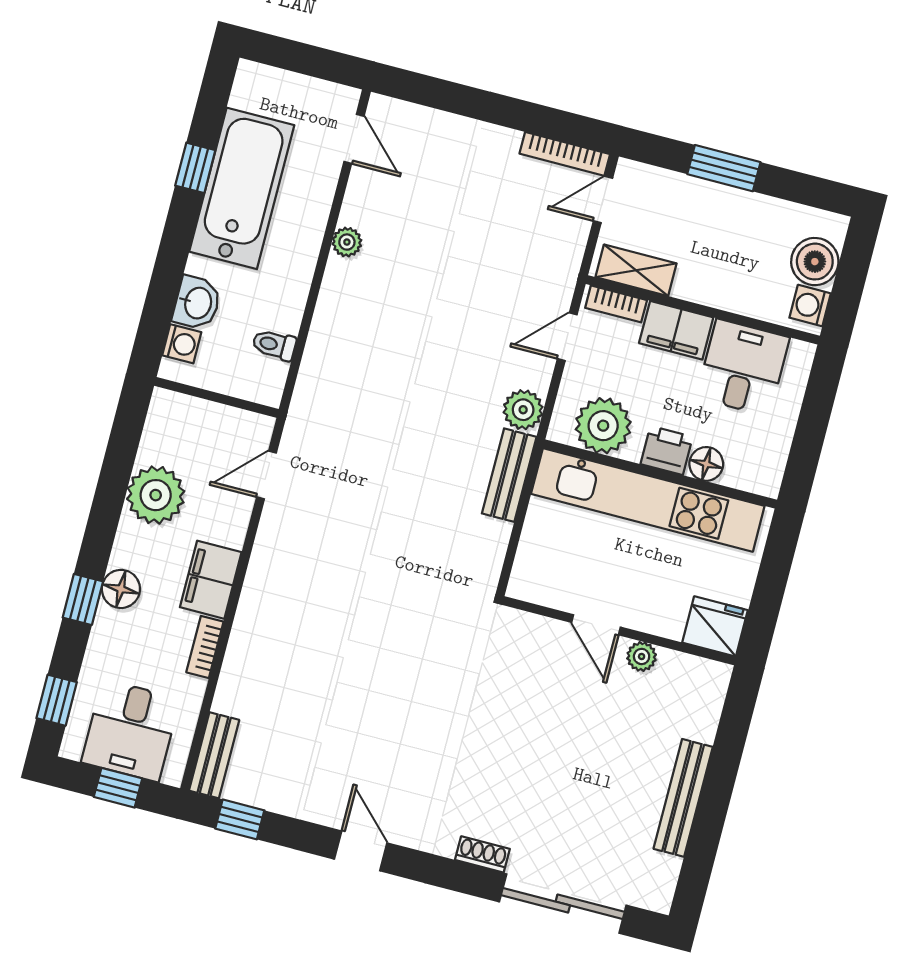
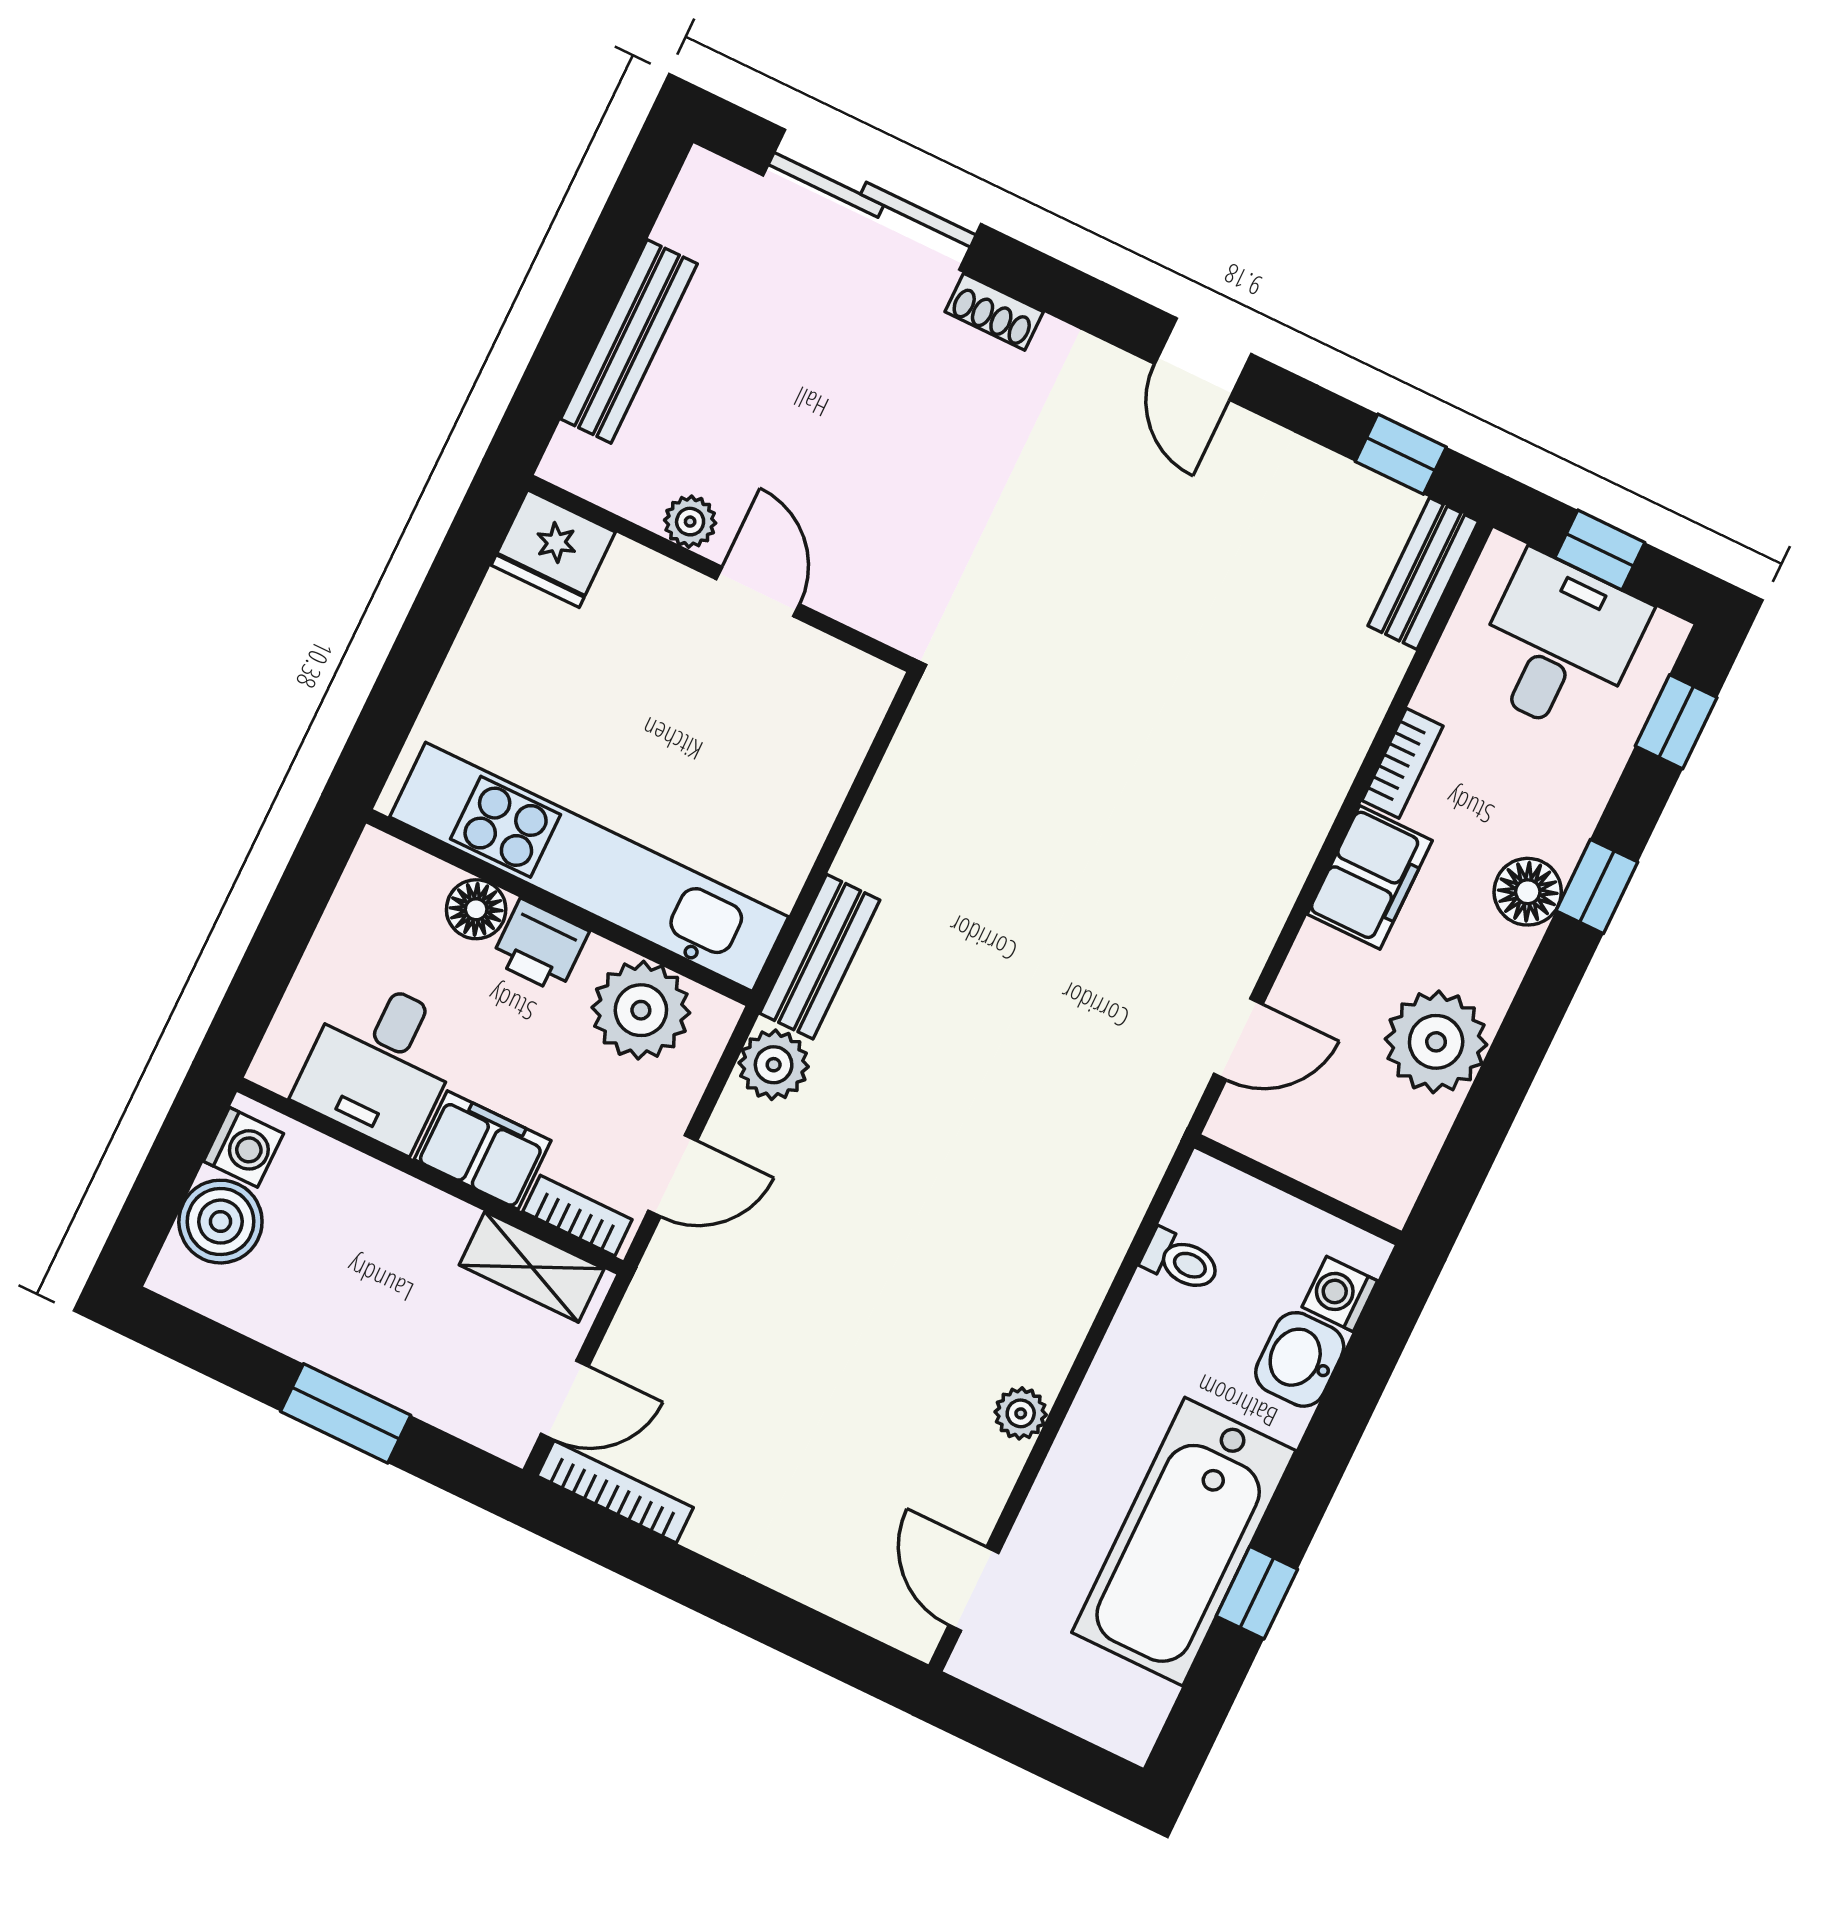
door: (596, 625) -> (758, 592), moved
fridge: (715, 626) -> (553, 549), moved
wall: (619, 631) -> (720, 573), moved
plant: (642, 656) -> (690, 522), moved

